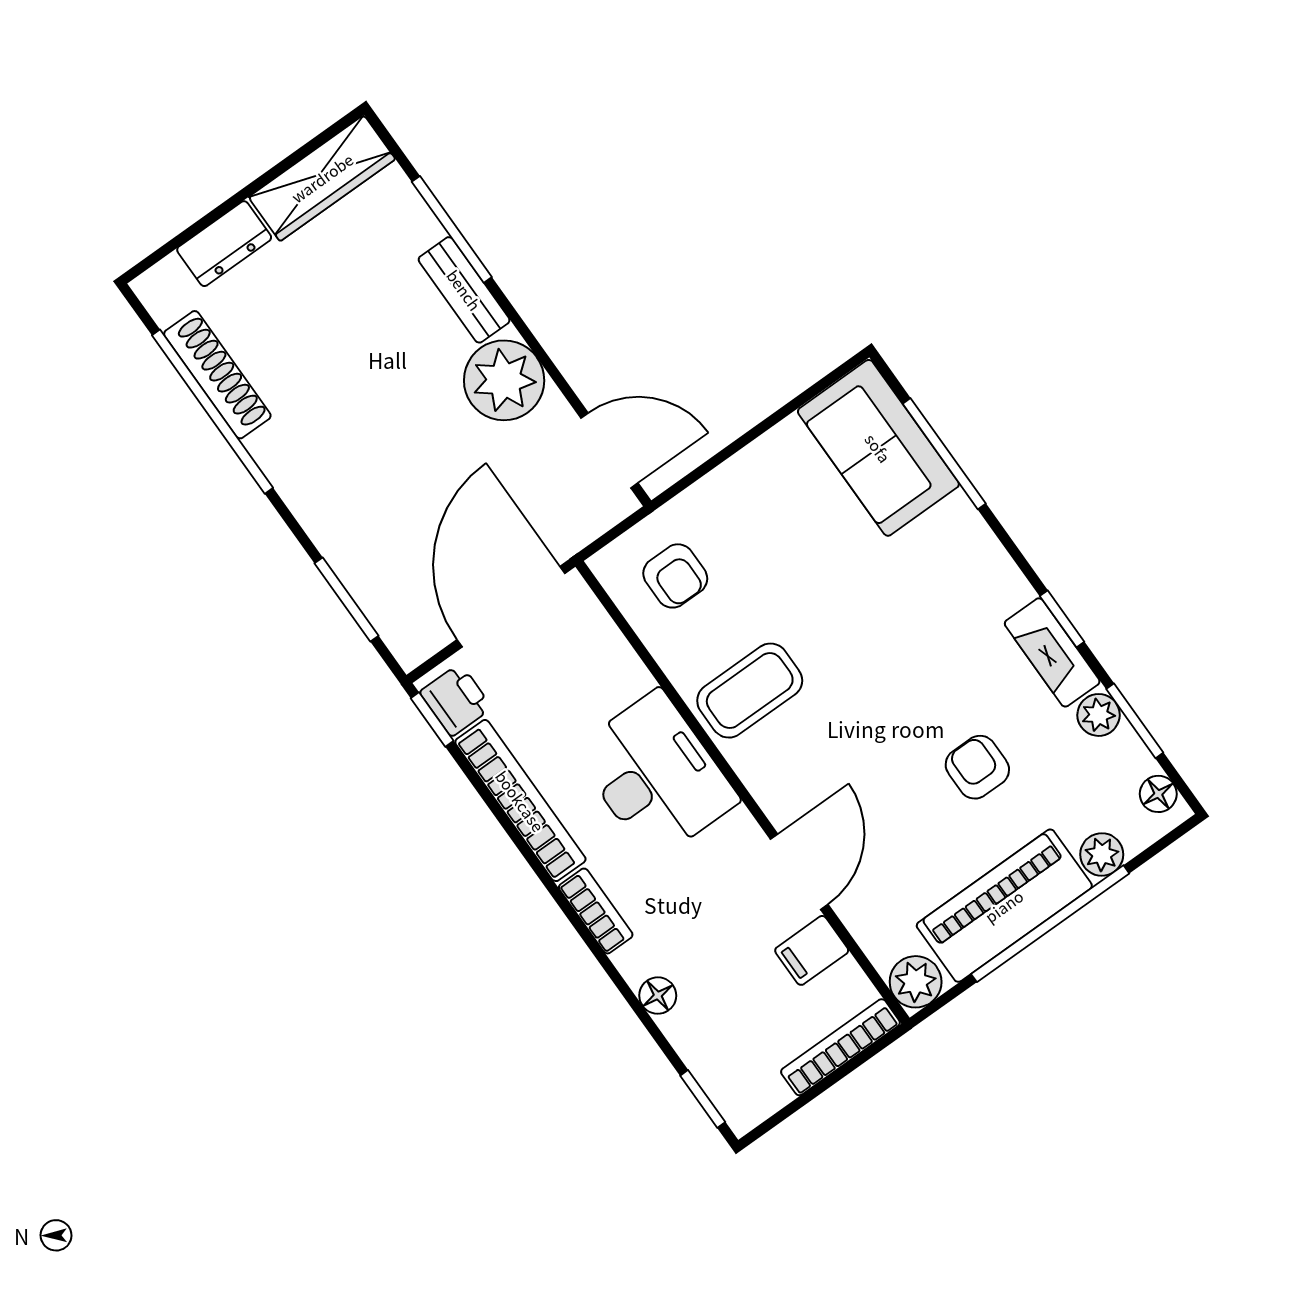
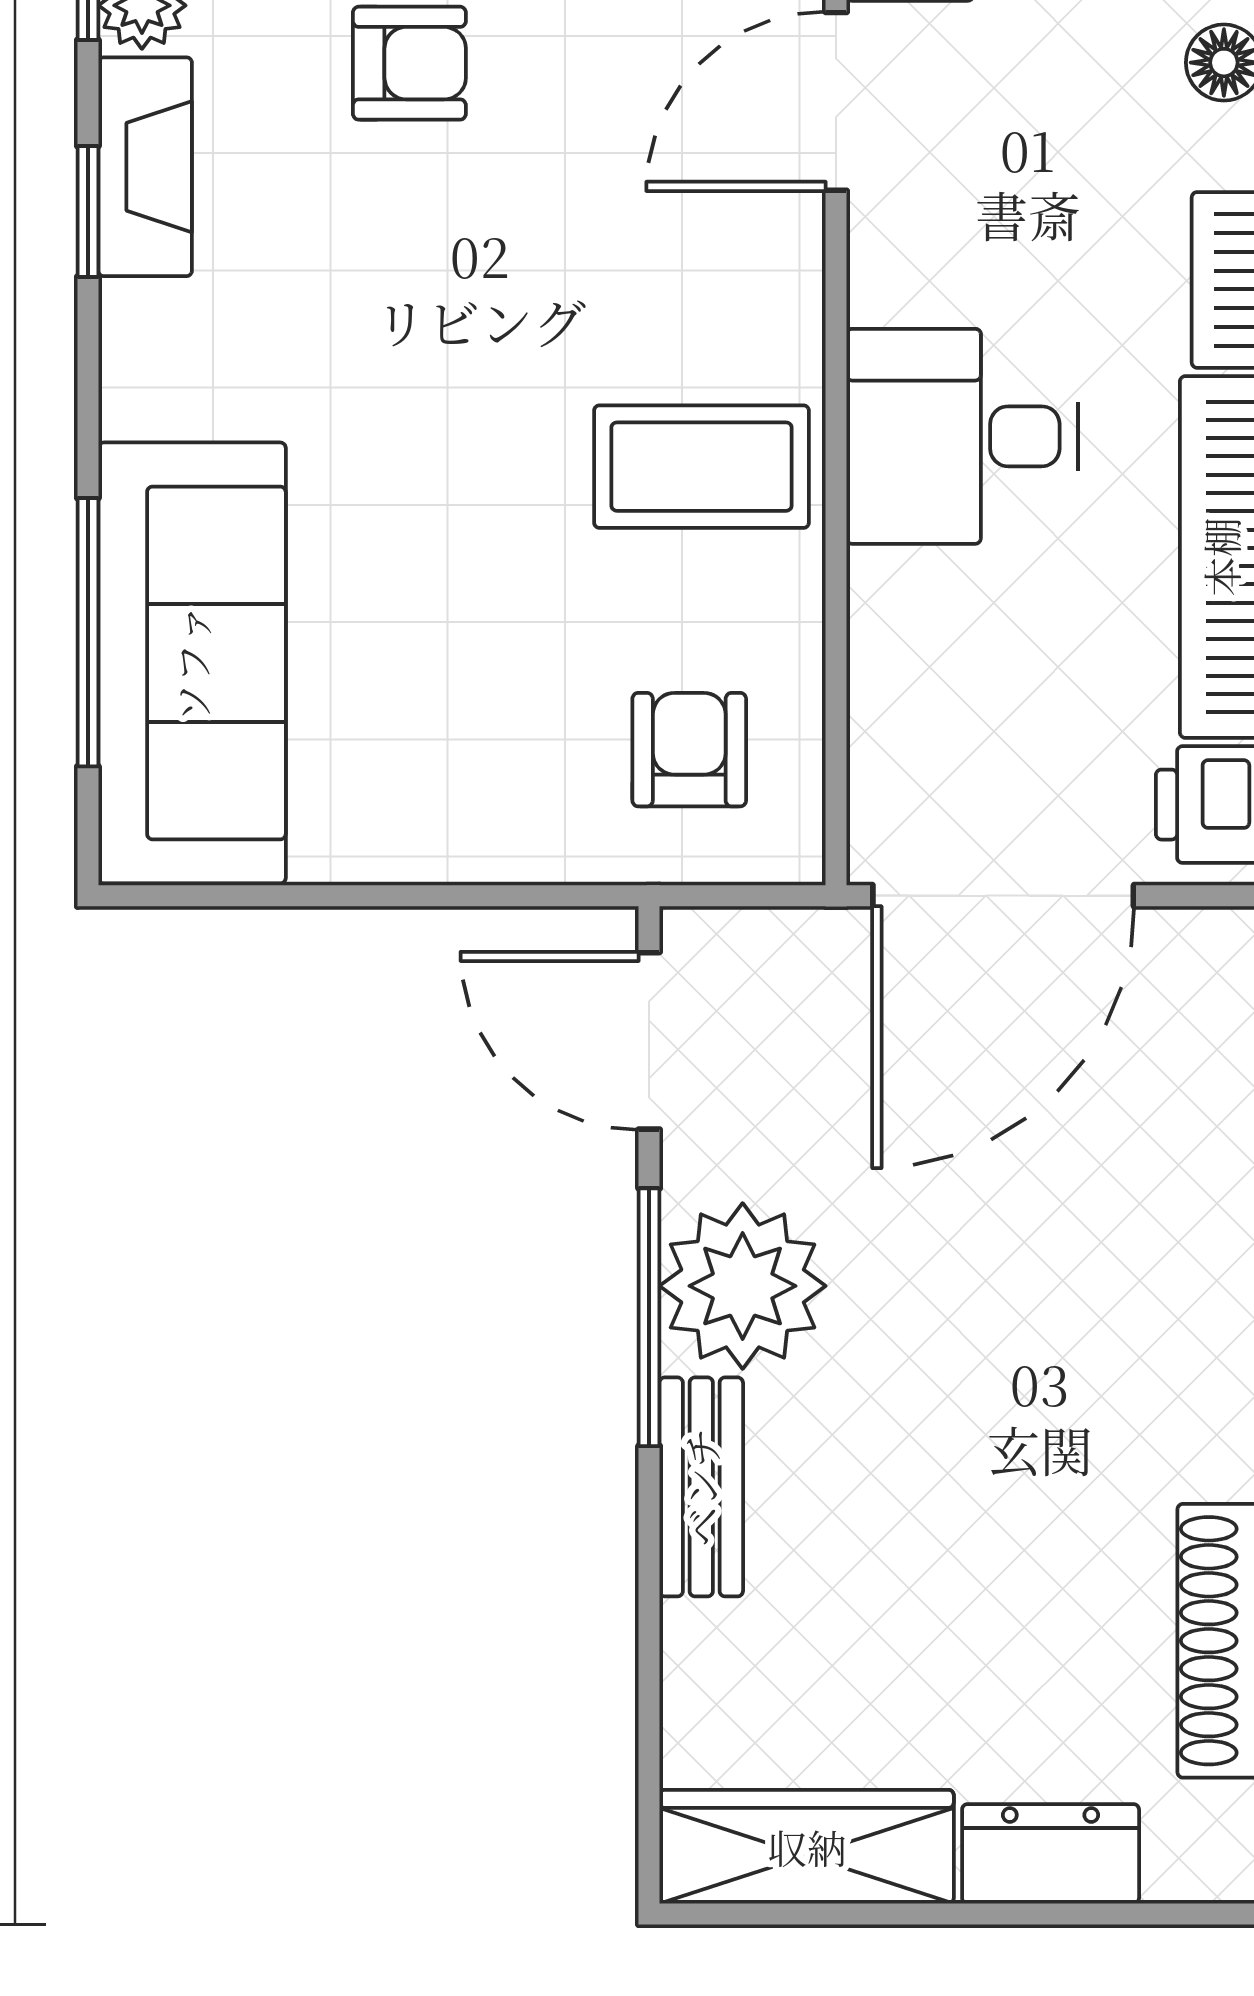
window: (452, 229) -> (649, 1317), moved
sofa: (878, 448) -> (192, 663), width x1.36
armchair: (977, 767) -> (409, 63), turned -90
desk: (656, 775) -> (962, 436), width x0.73

